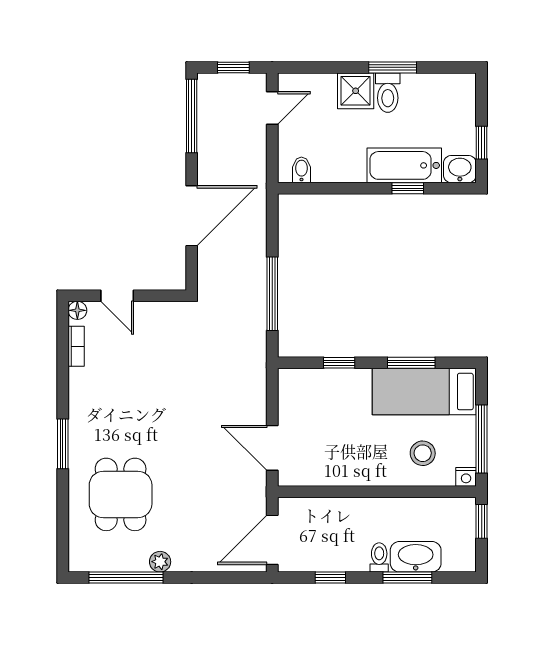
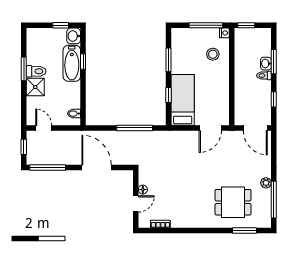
floor lamp: (77, 310) -> (143, 190), moved
bed: (424, 392) -> (183, 100), moved, turned 180
window: (63, 444) -> (244, 231), moved
washbasin: (416, 557) -> (266, 64), width x0.52, depth x0.69

